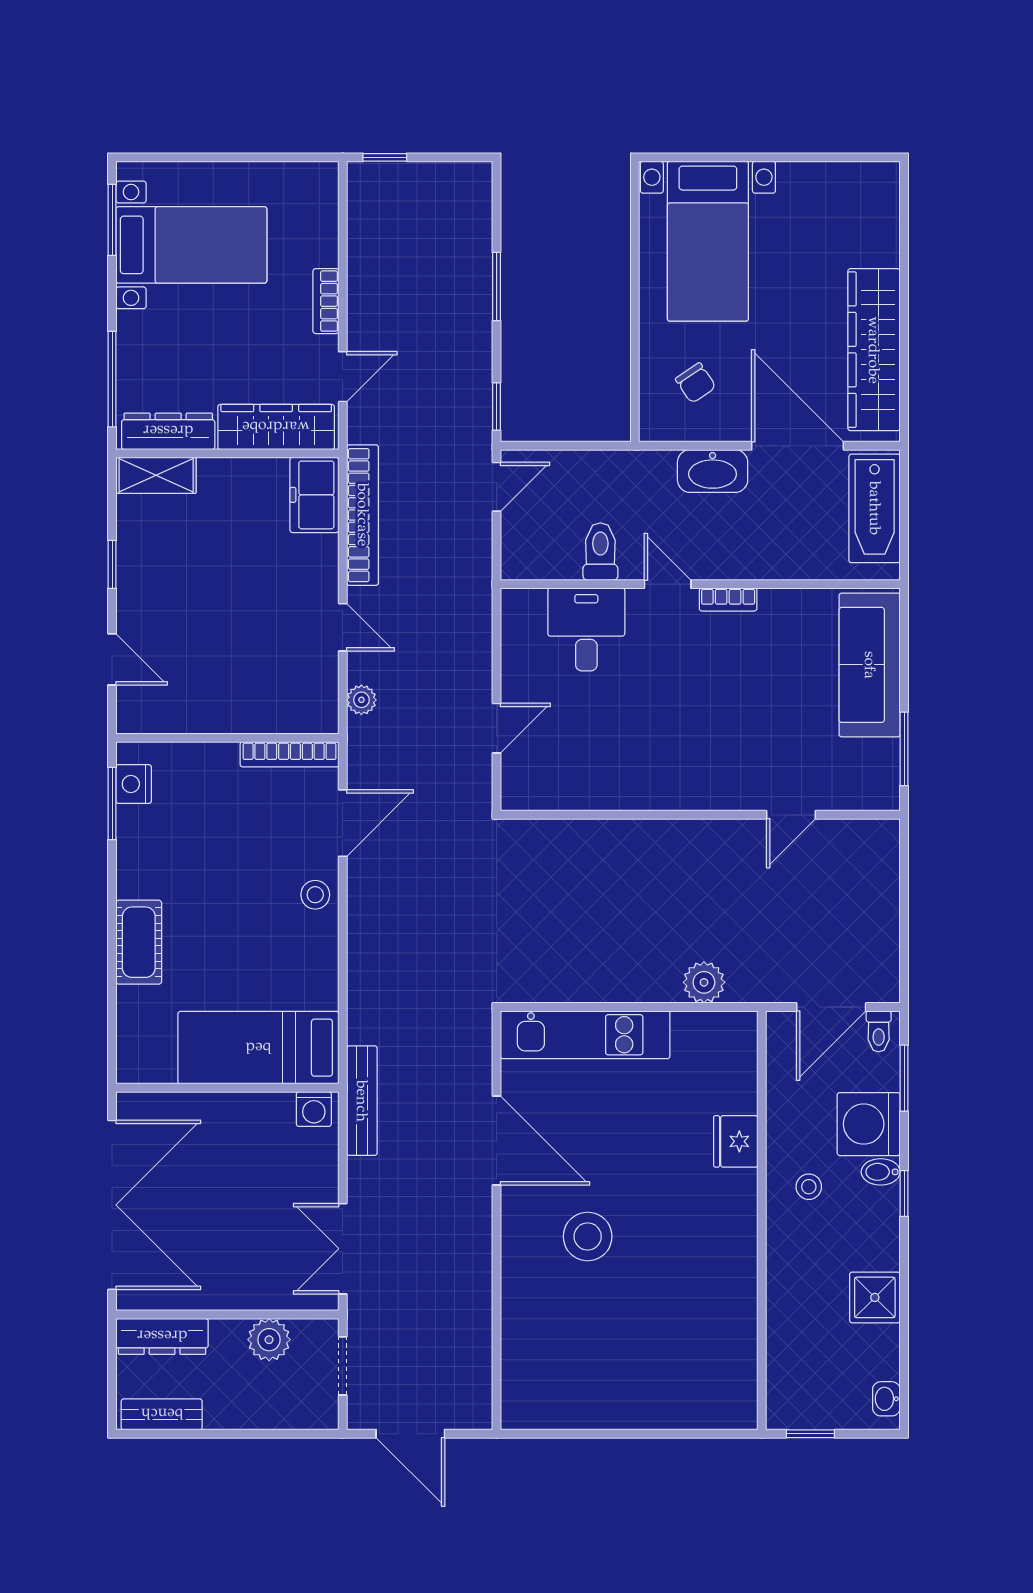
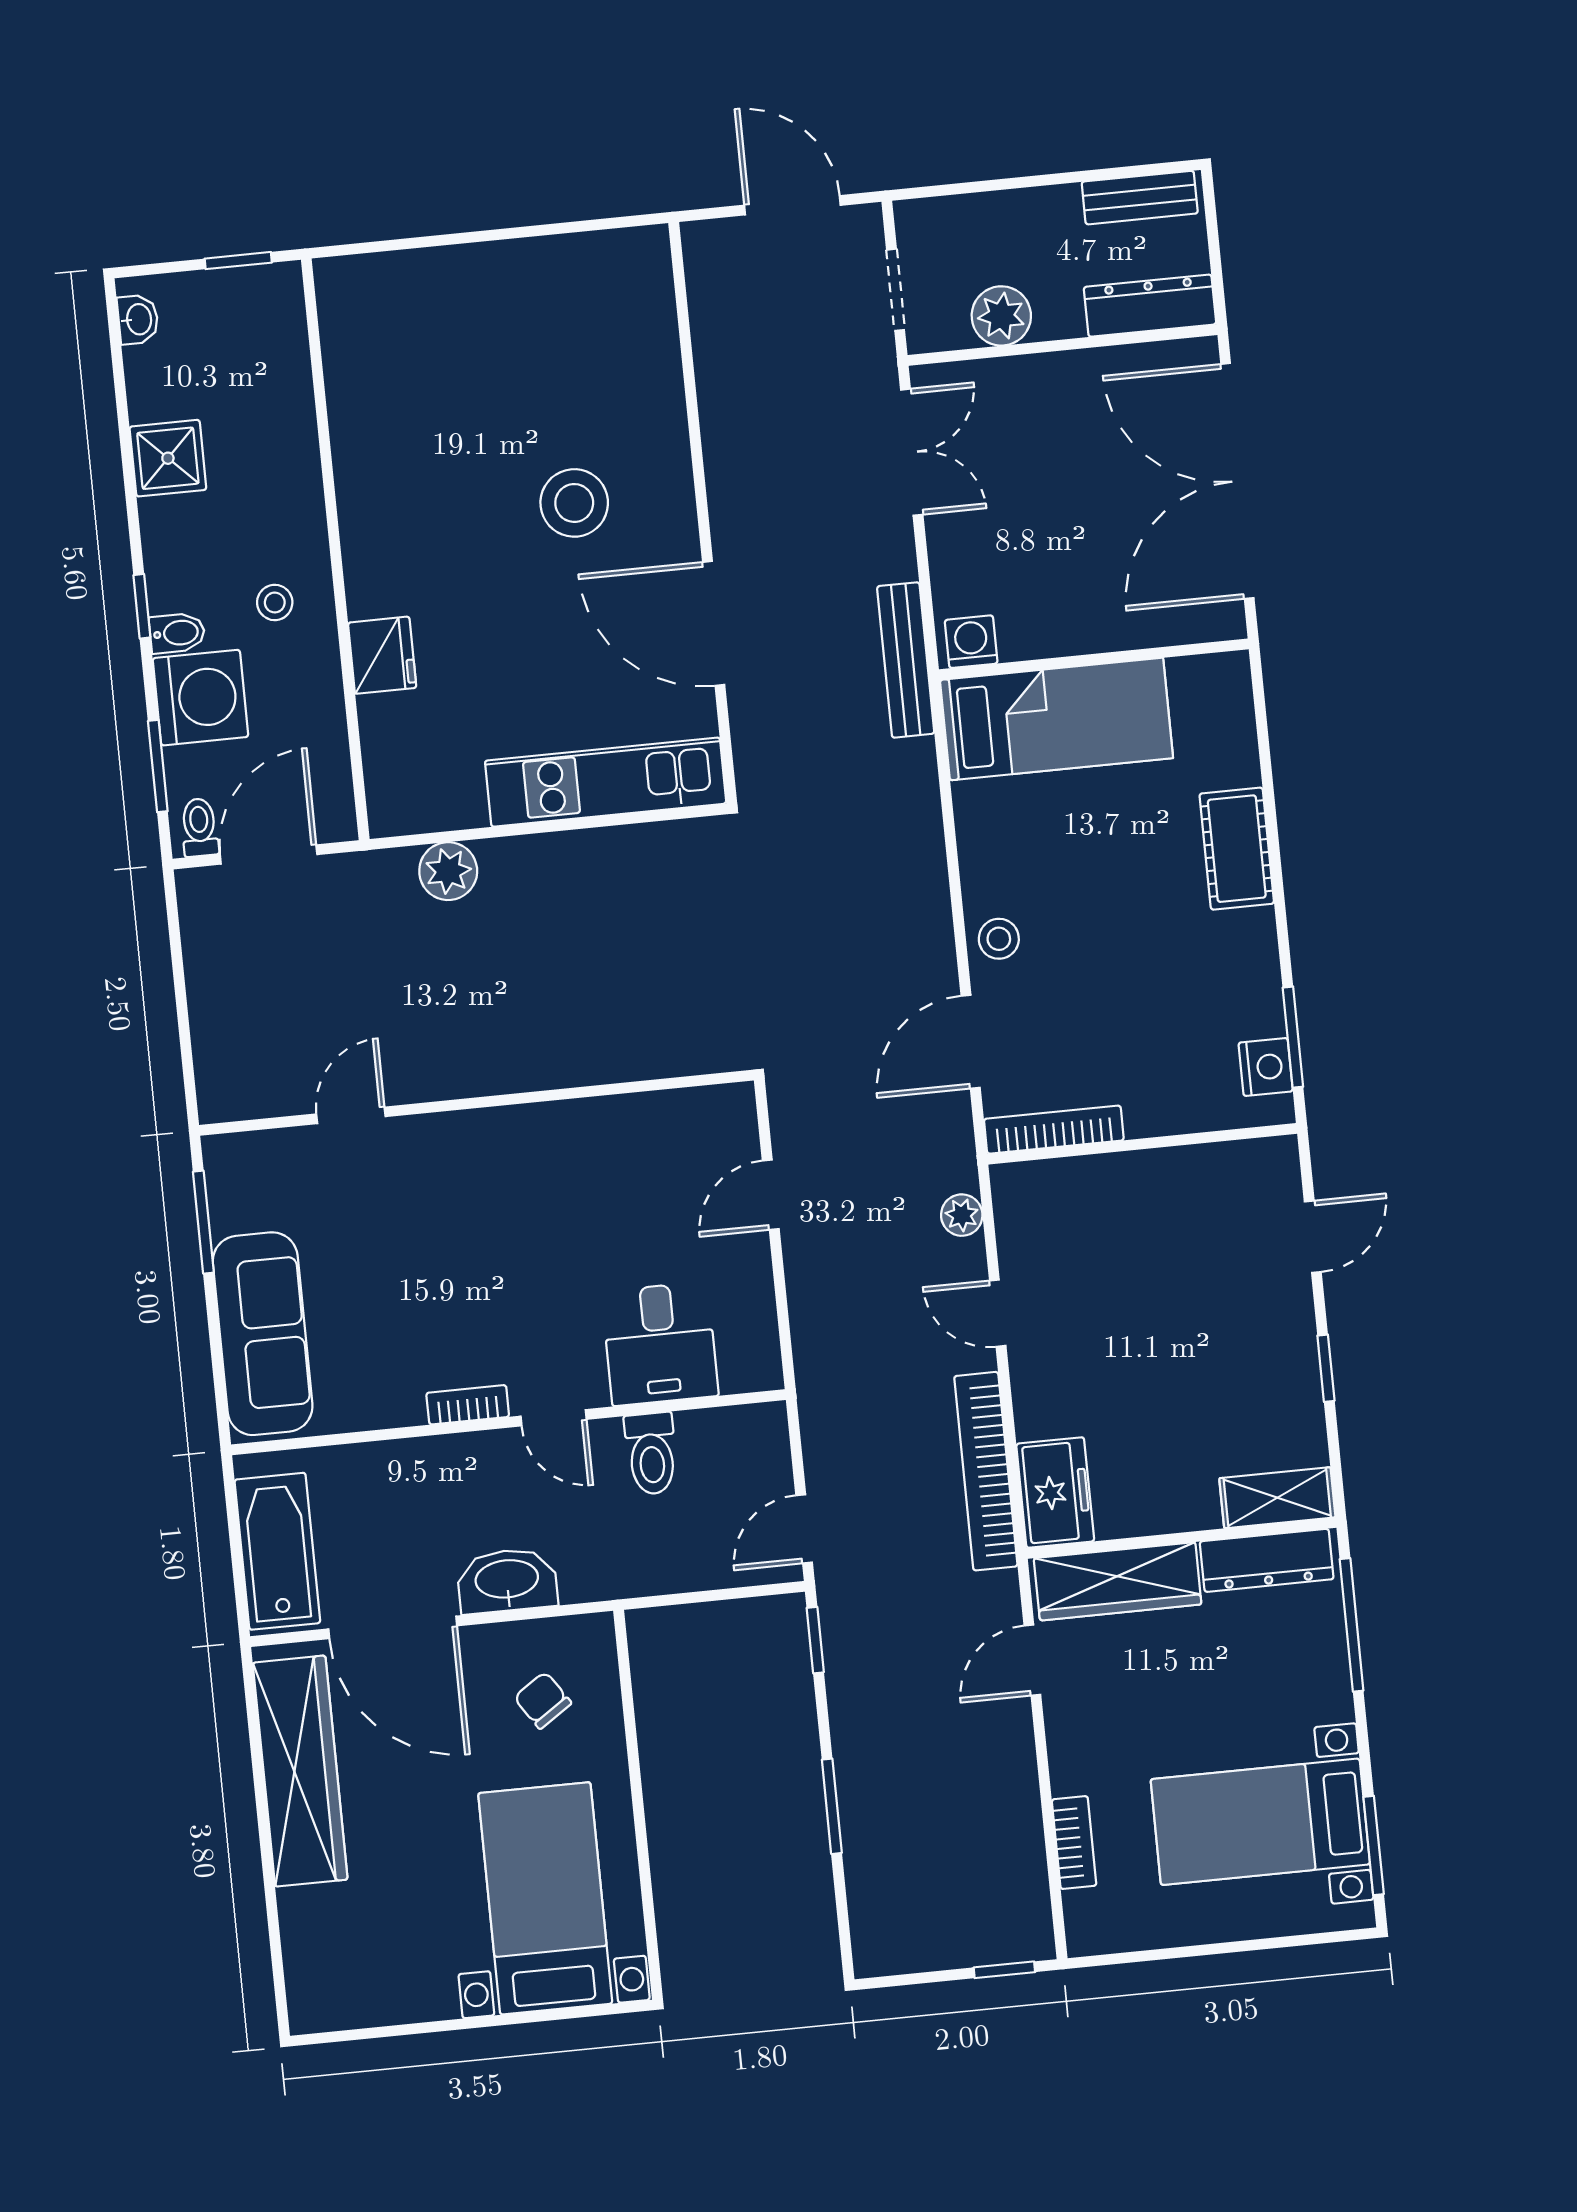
bookcase: (326, 301) -> (1074, 1843), moved
door: (112, 659) -> (1313, 1237), swing flipped

